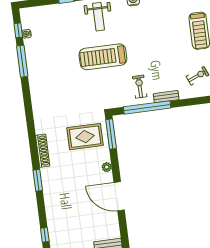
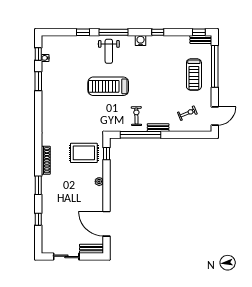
window: (22, 61) -> (38, 81), width x0.69
window: (111, 134) -> (107, 154), width x0.46
door: (119, 196) -> (107, 224), moved
window: (45, 235) -> (38, 219), moved

